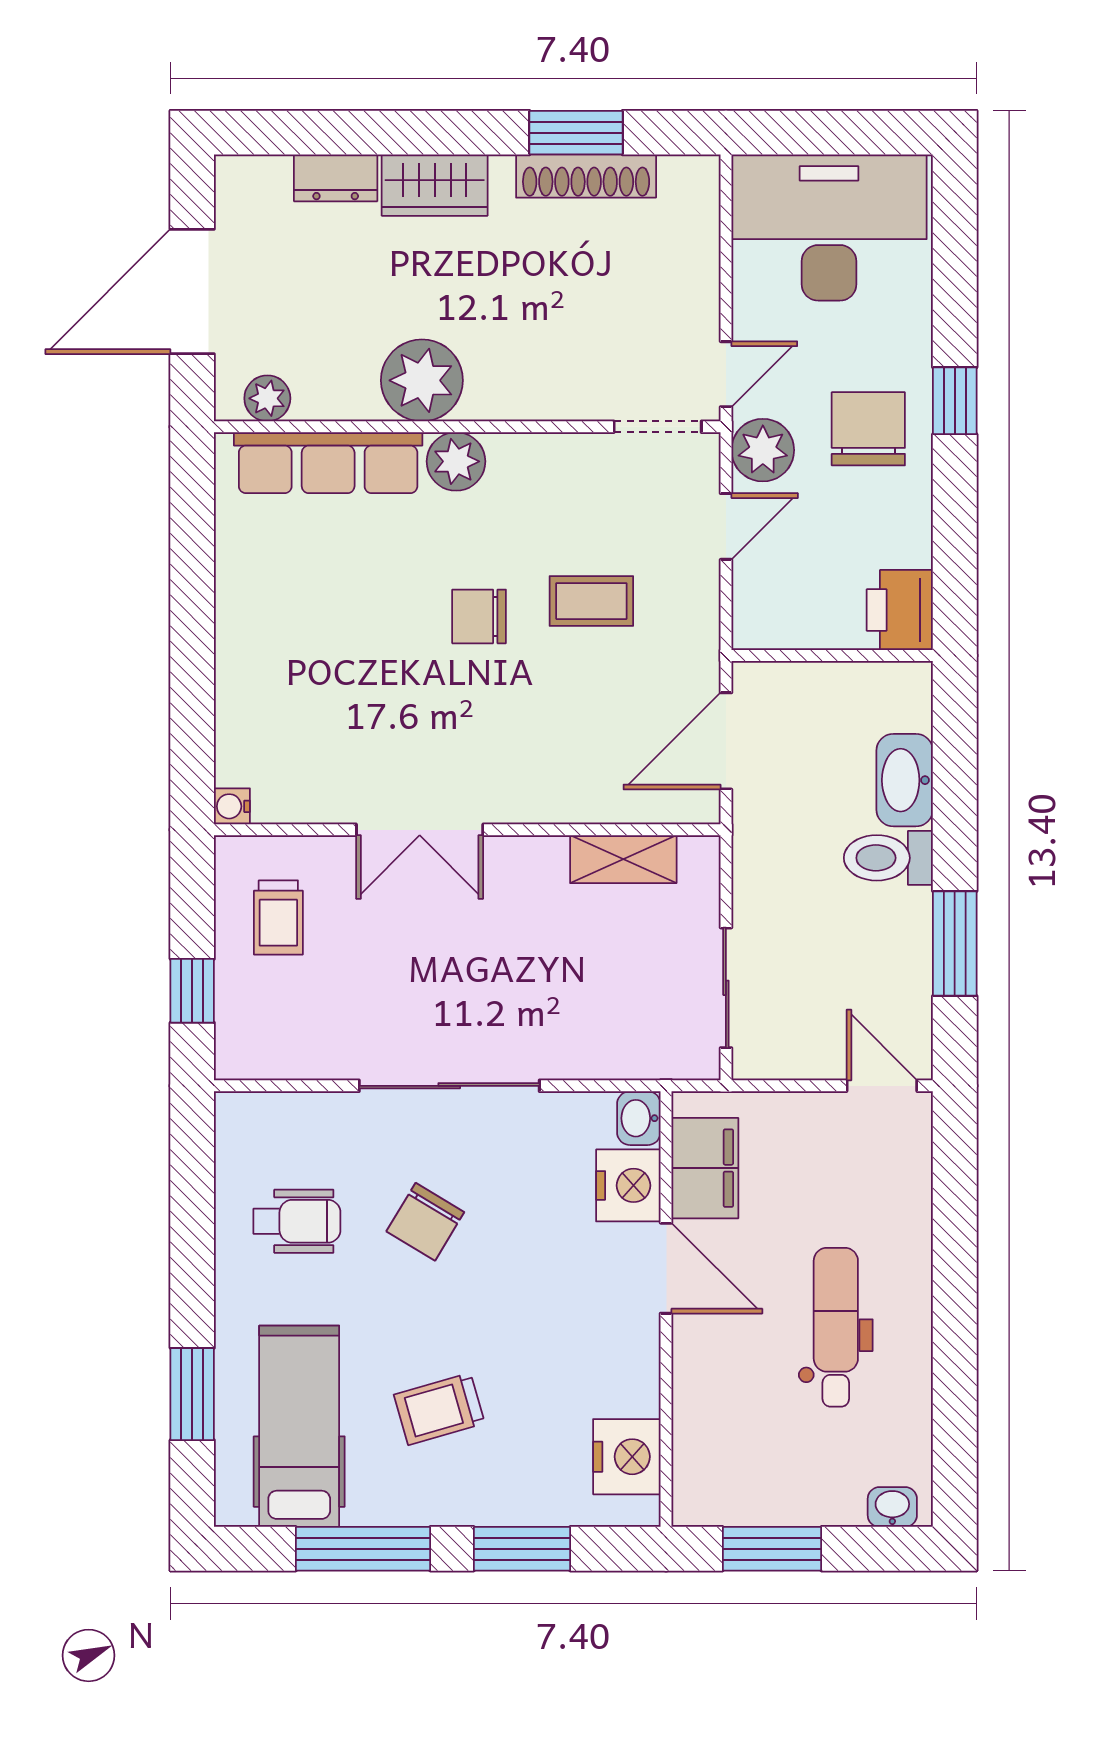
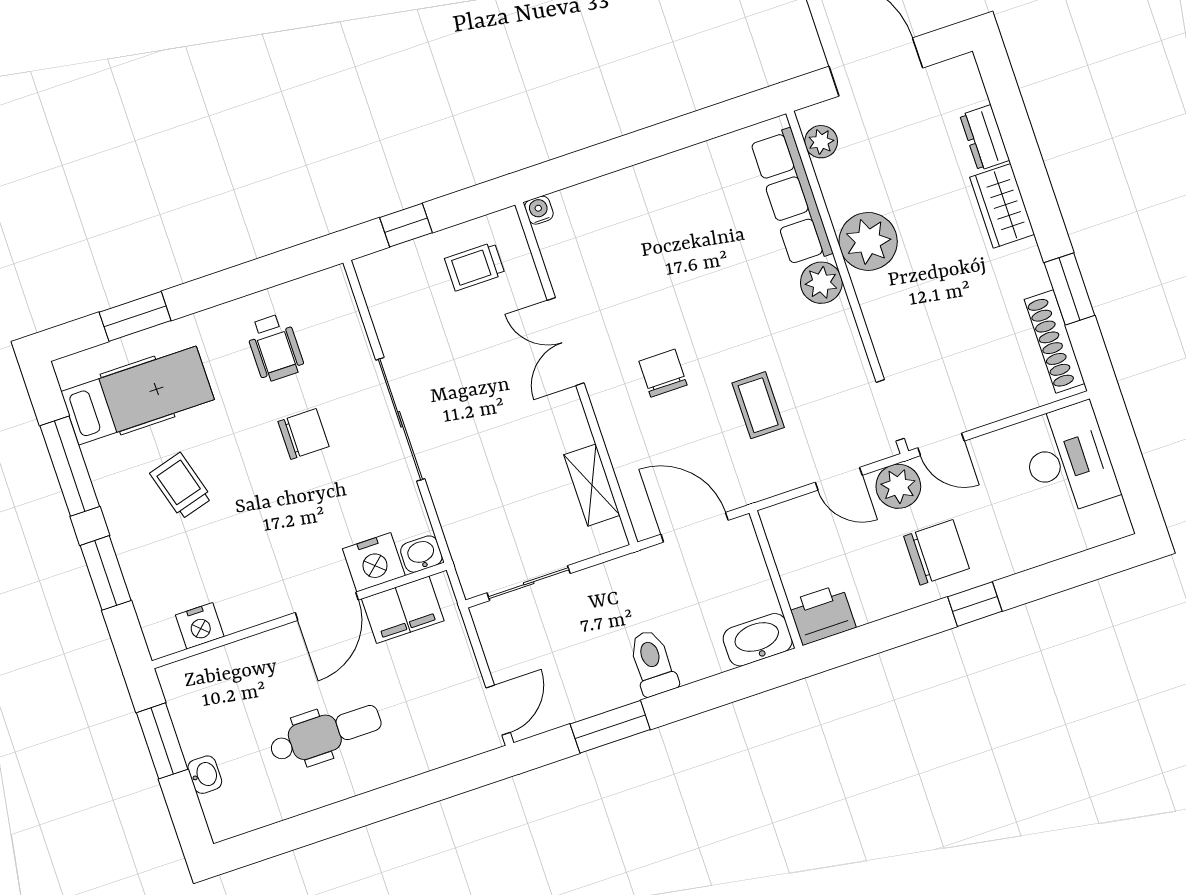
shoe rack: (586, 176) -> (1055, 341), moved
desk: (829, 227) -> (1068, 459), width x0.73, depth x0.77
chair: (479, 616) -> (663, 373), moved
washbasin: (905, 780) -> (758, 640), moved
chair: (425, 1222) -> (304, 434), turned 149
nightstand: (627, 1457) -> (200, 626), width x0.74, depth x0.75
washbasin: (892, 1507) -> (205, 775), moved

